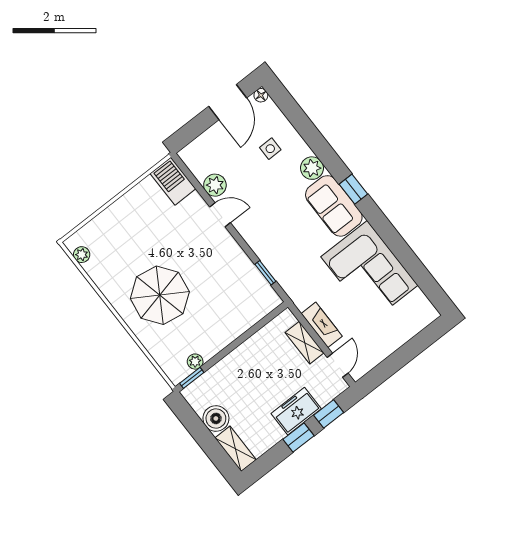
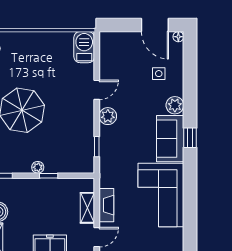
door: (228, 102) -> (155, 25), hinge flipped
plant: (215, 185) -> (108, 116), moved
door: (220, 215) -> (97, 90), hinge flipped
window: (239, 341) -> (49, 176), added
plant: (195, 362) -> (38, 167), moved

